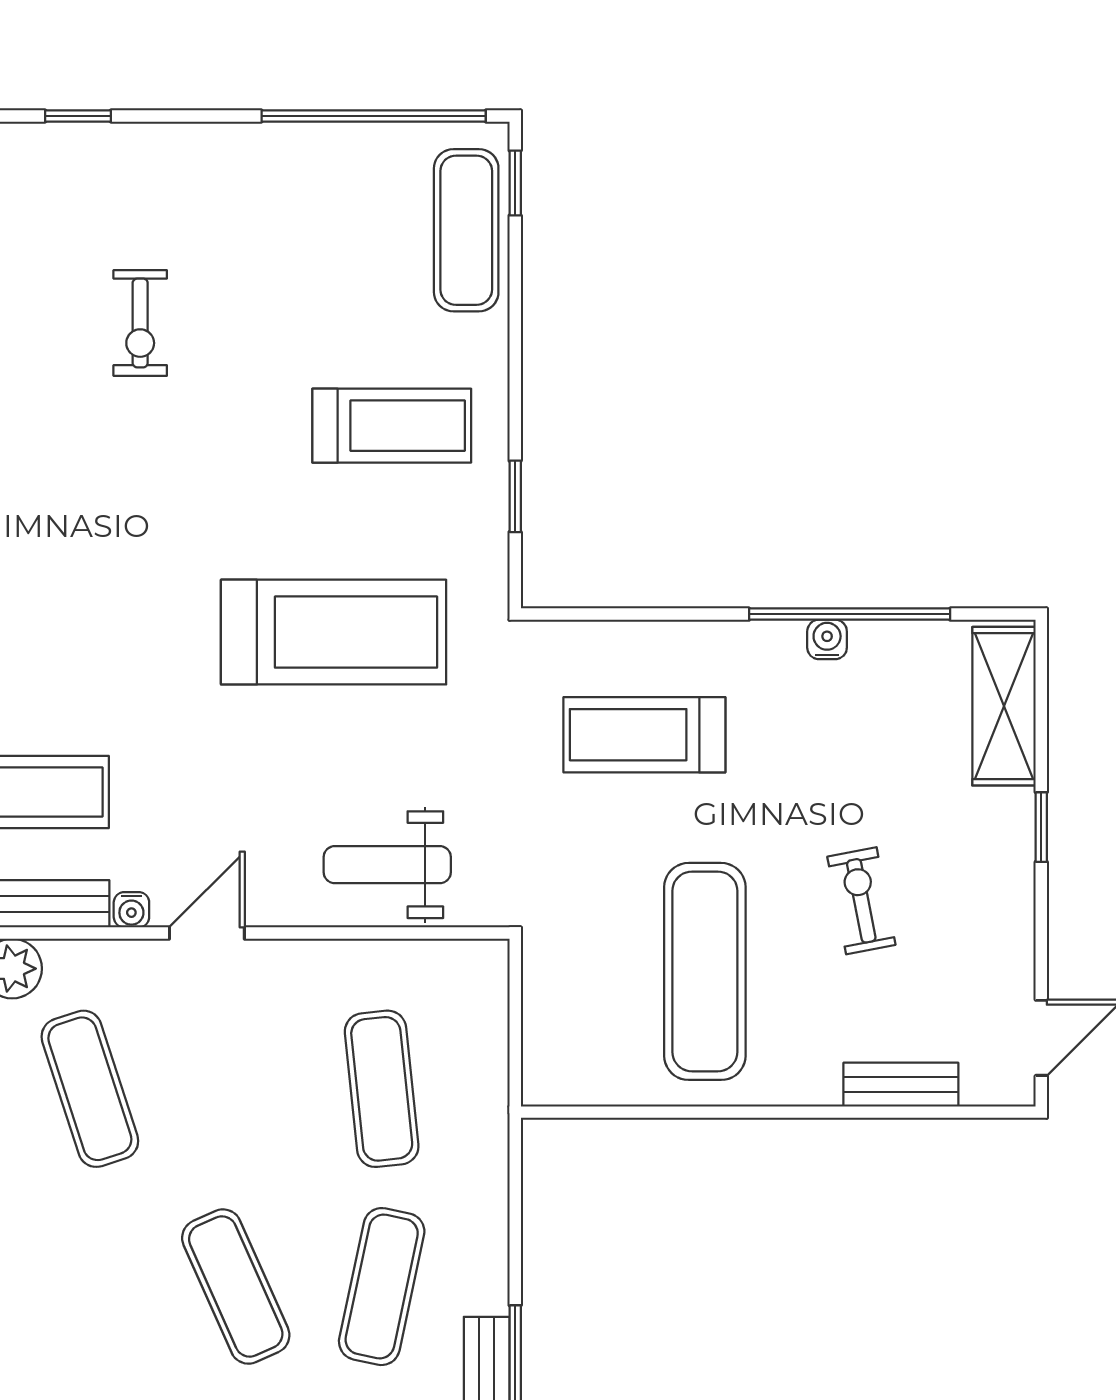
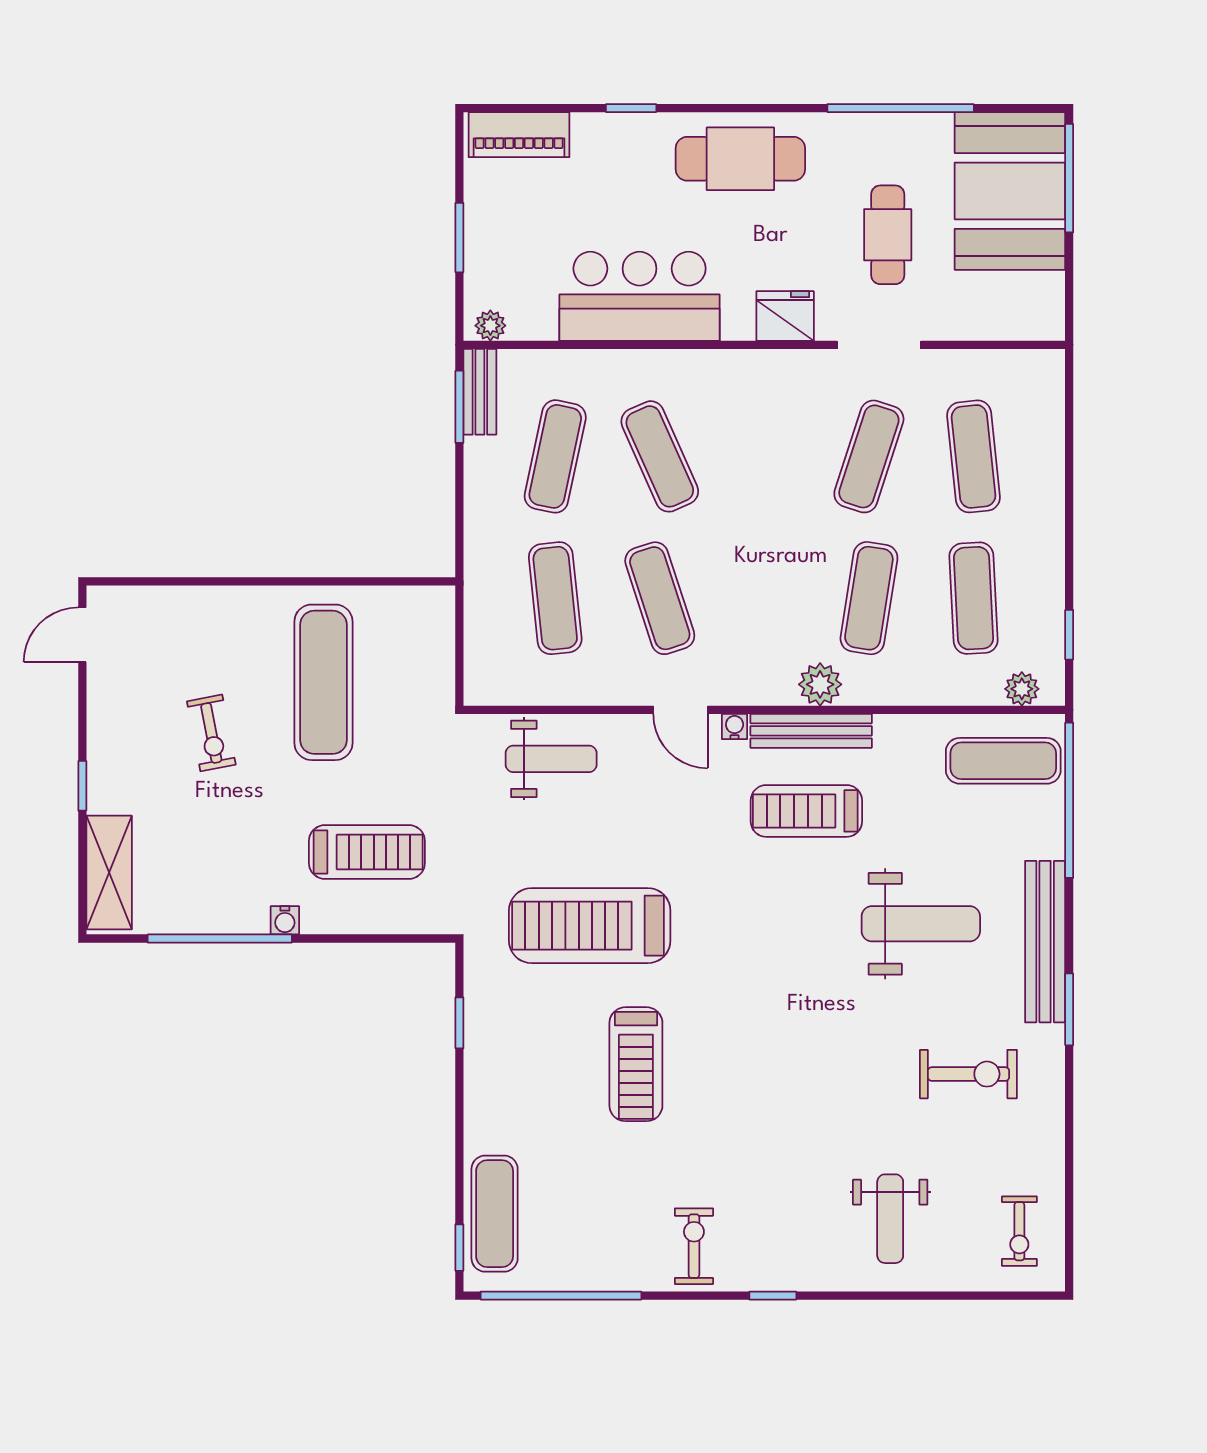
exercise bike: (140, 323) -> (694, 1246), moved
treadmill: (392, 426) -> (636, 1064), moved, turned -90
water cooler: (827, 639) -> (285, 920), moved
door: (207, 933) -> (680, 710), hinge flipped
bench: (901, 1085) -> (183, 601), removed
exercise mat: (90, 1089) -> (660, 598), moved

